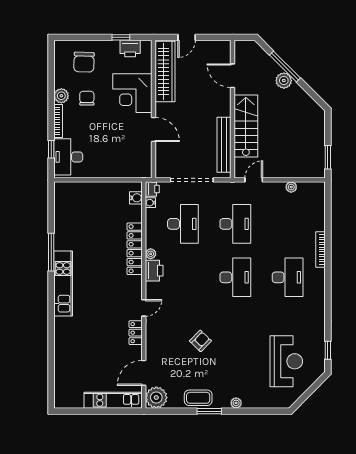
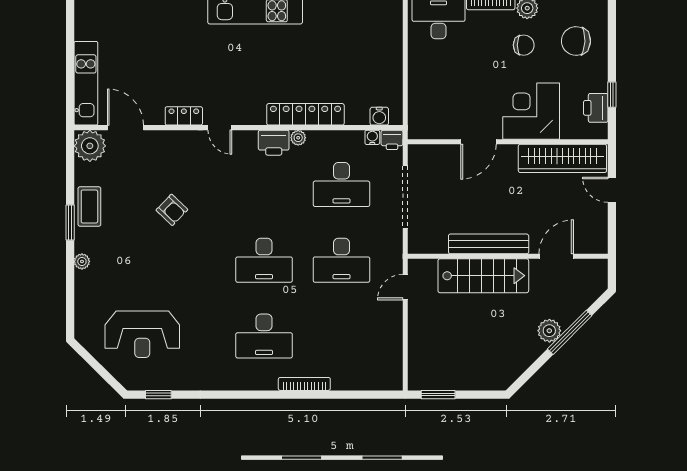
bench: (224, 145) -> (489, 244), moved
door: (254, 180) -> (405, 287), swing flipped
plant: (291, 187) -> (395, 341), removed

